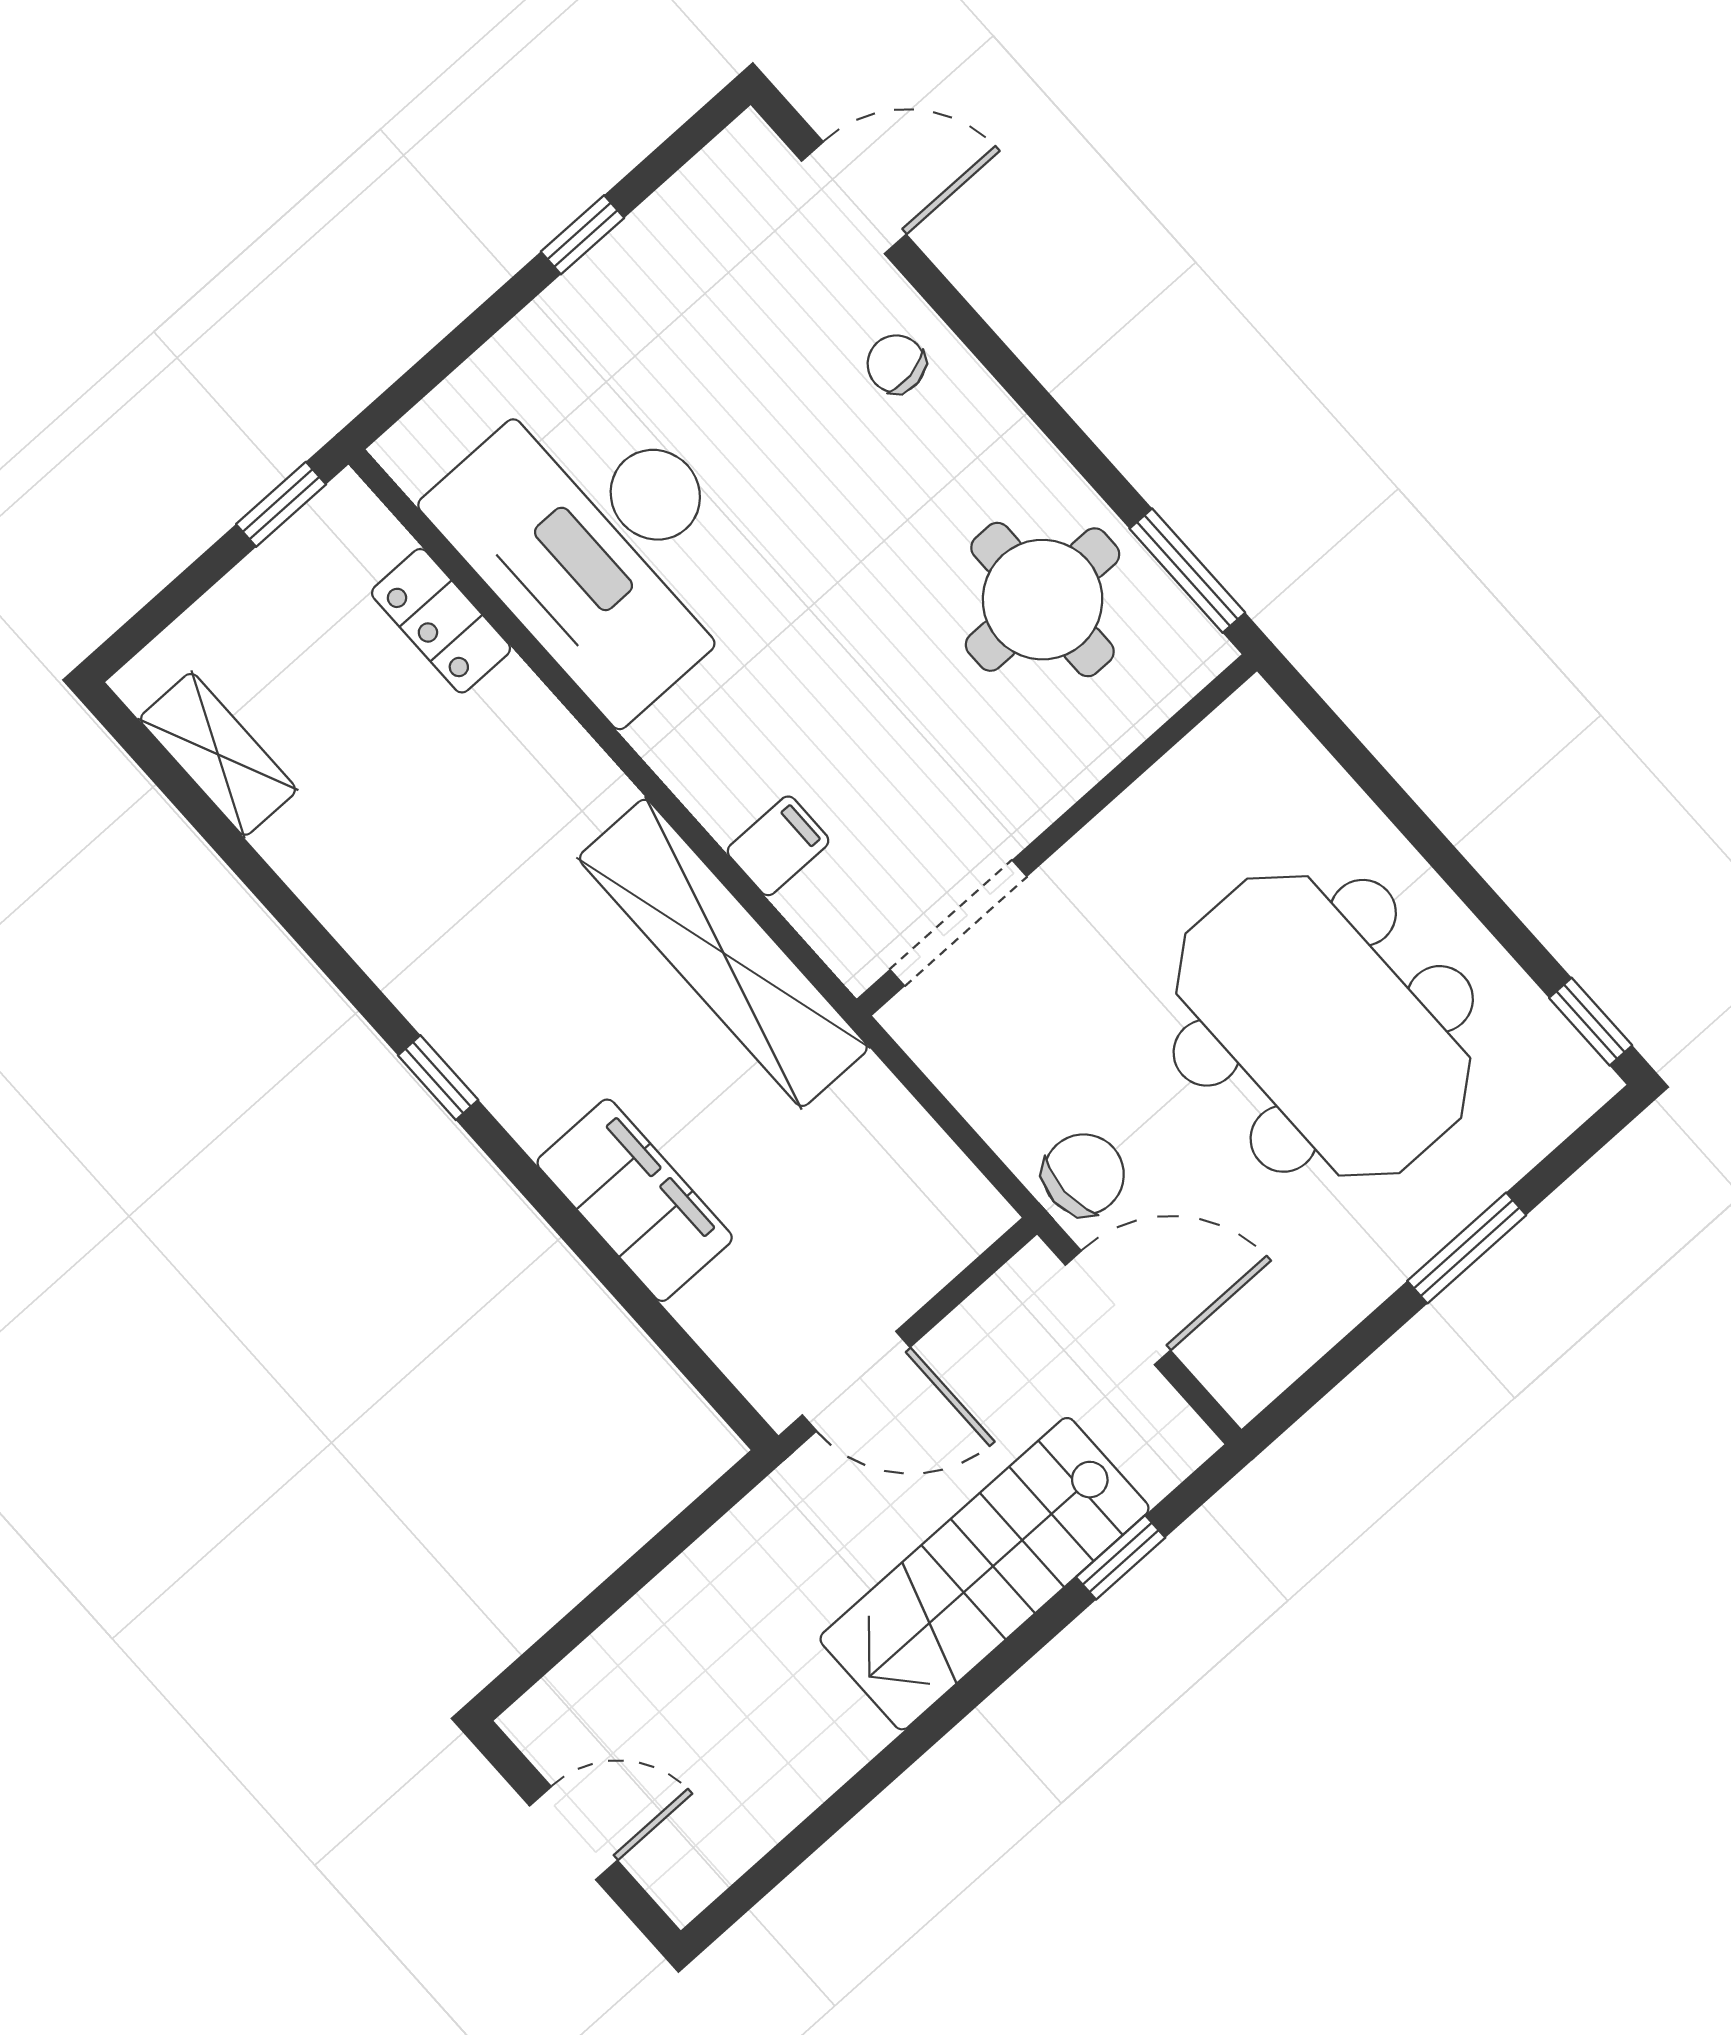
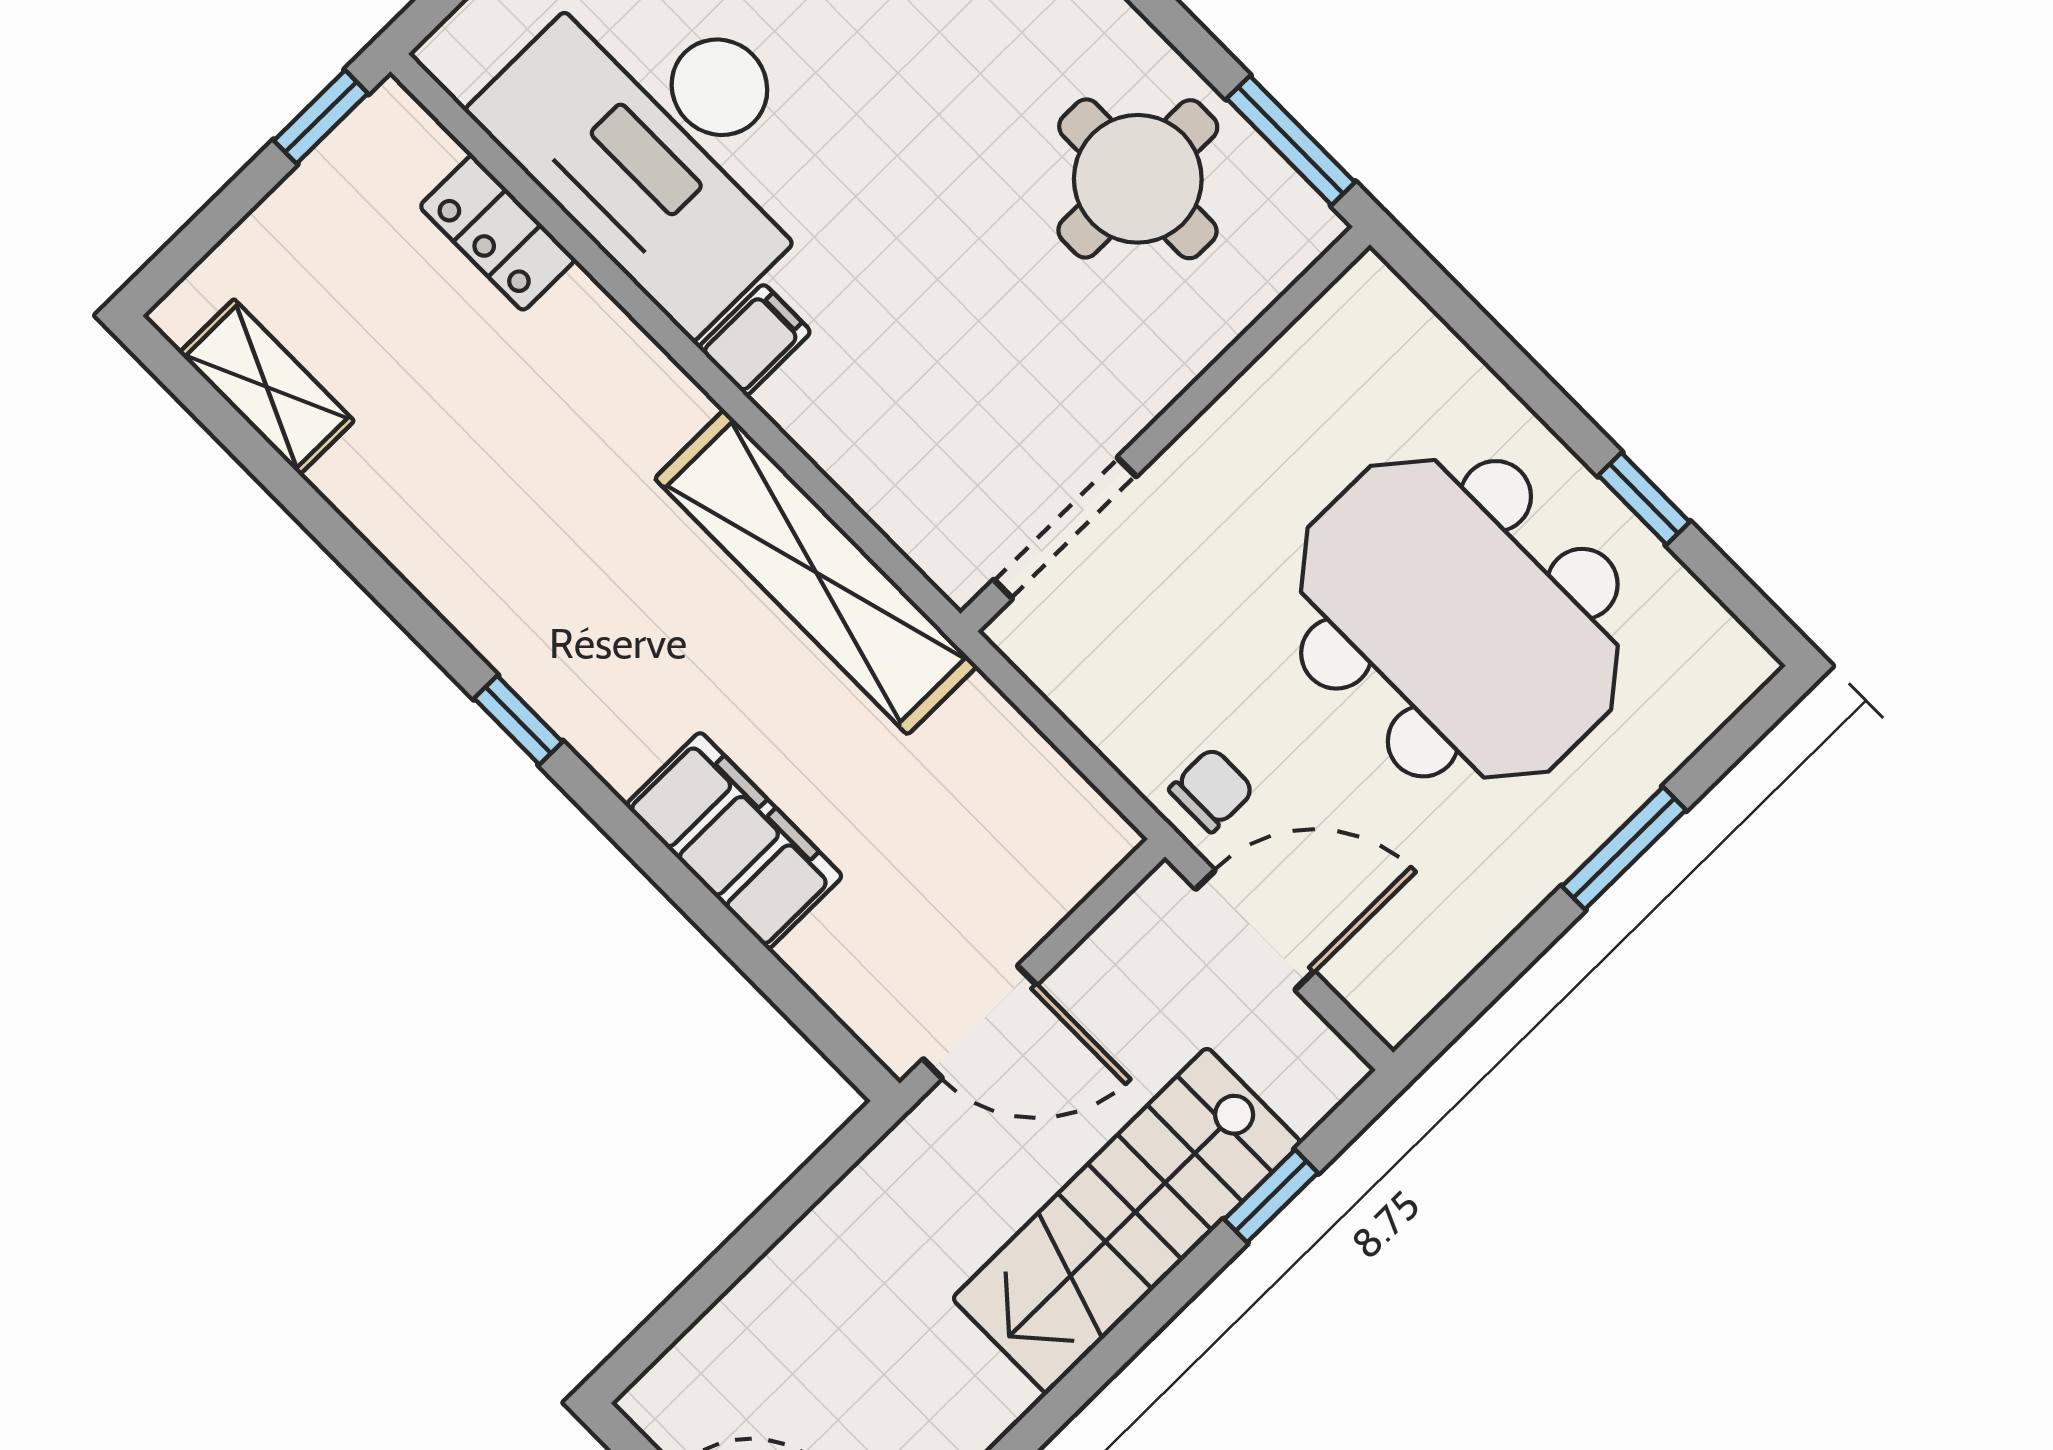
filing cabinet: (778, 846) -> (755, 340), moved
window: (1591, 1022) -> (1644, 499), moved
chair: (1084, 1175) -> (1212, 790), width x0.73, depth x0.73

